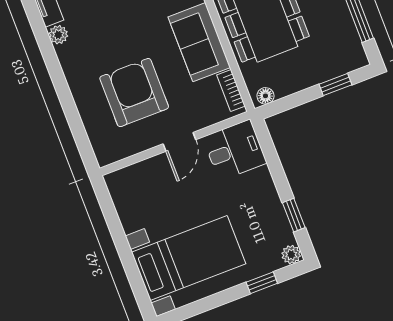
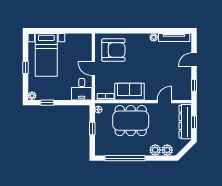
window: (335, 84) -> (92, 128), moved
armchair: (134, 93) -> (113, 50), moved
window: (262, 283) -> (25, 68), moved

